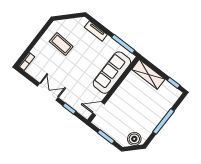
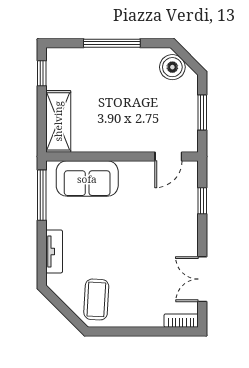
coffee table: (61, 44) -> (96, 299), moved
sofa: (112, 73) -> (87, 179), width x0.73
double door: (48, 92) -> (202, 279), moved
door: (99, 109) -> (168, 157), hinge flipped

